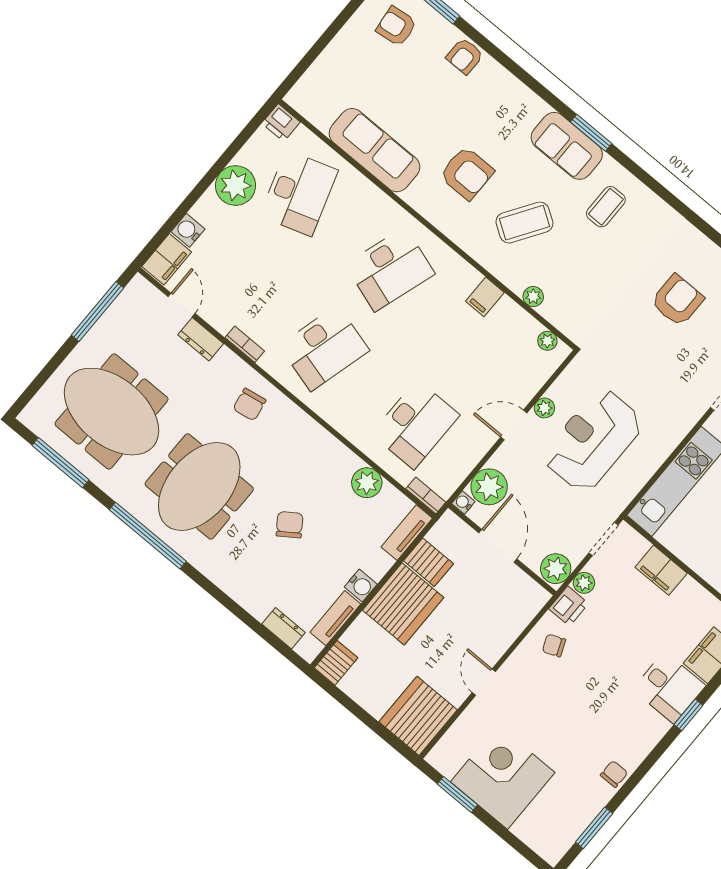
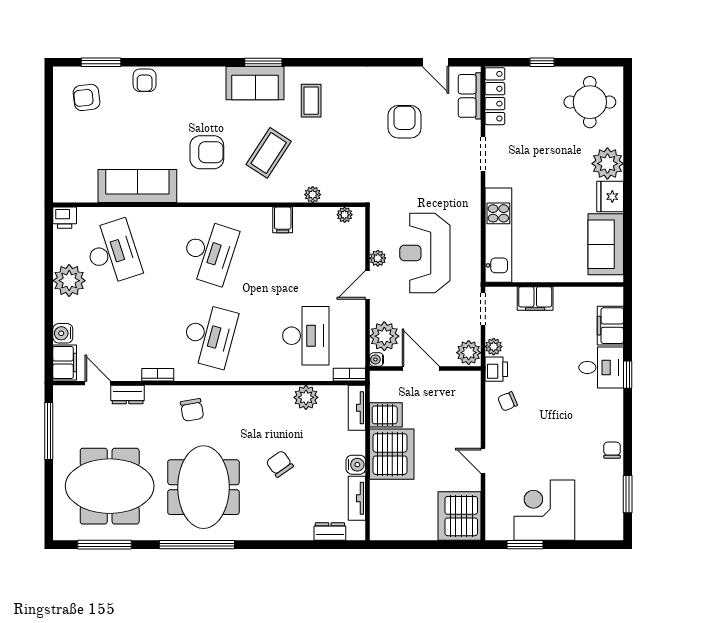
server rack: (336, 663) -> (381, 526), removed

